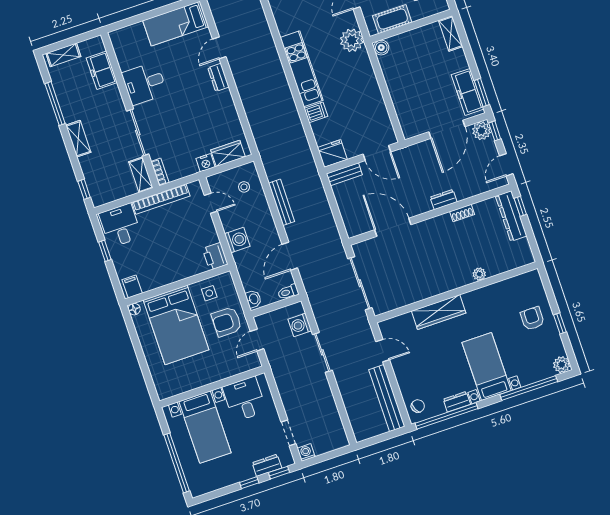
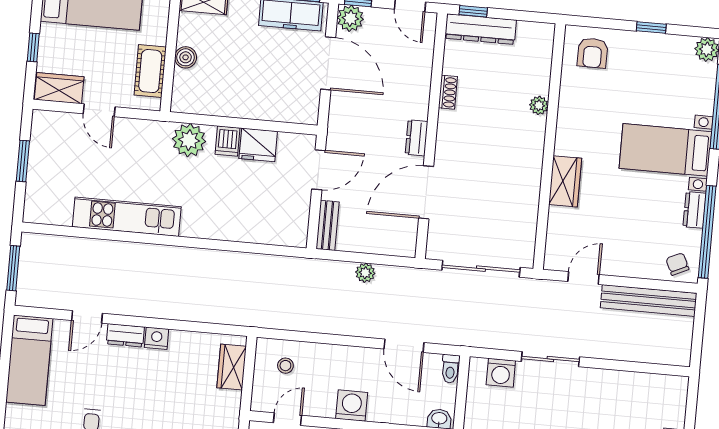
plant: (352, 40) -> (189, 140), moved
door: (219, 48) -> (87, 317), hinge flipped
boiler: (381, 48) -> (186, 57), moved
kitchen unit: (302, 69) -> (127, 217), moved
dishwasher: (316, 112) -> (227, 141), moved, turned 180
fridge: (332, 153) -> (258, 145), moved, turned -90
nightstand: (206, 163) -> (157, 338), moved, turned -90
dresser: (444, 200) -> (417, 138), moved
bench: (282, 202) -> (328, 325), removed
plant: (325, 211) -> (365, 273), added
wardrobe: (439, 312) -> (565, 181), width x0.67
armchair: (532, 318) -> (593, 53), moved, turned -90

